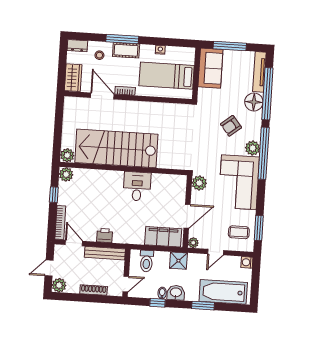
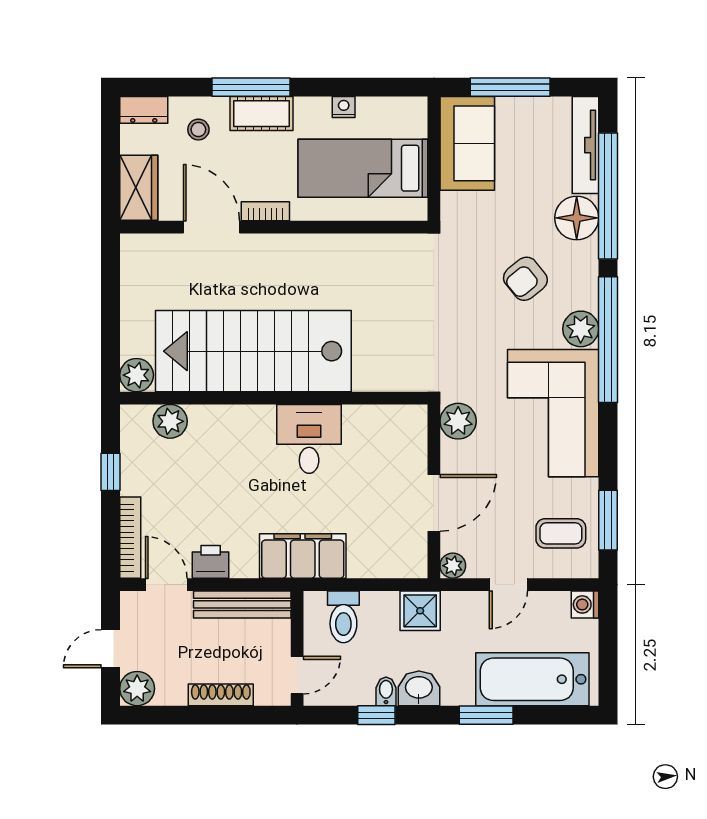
plant: (66, 174) -> (170, 421), moved
printer: (105, 235) -> (211, 562), moved
filing cabinet: (163, 237) -> (303, 556), moved

